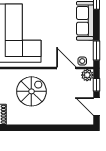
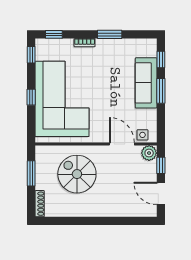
window: (96, 50) -> (161, 91), moved
spiral stairs: (31, 91) -> (77, 174), turned -90

